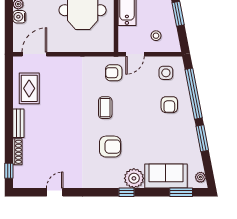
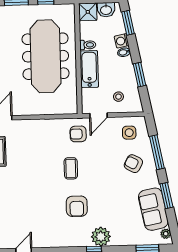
window: (194, 94) -> (157, 152), width x0.68
armchair: (169, 105) -> (133, 164), turned 118
armchair: (110, 147) -> (77, 206), turned 90
sofa: (166, 176) -> (153, 209), moved, turned -101

